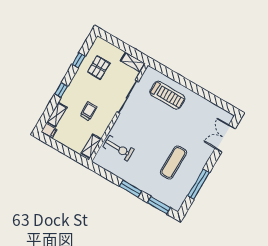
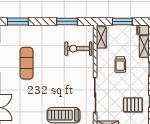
pallet: (99, 68) -> (133, 105), turned 90
window: (64, 149) -> (122, 21), added
window: (130, 189) -> (67, 21), moved

